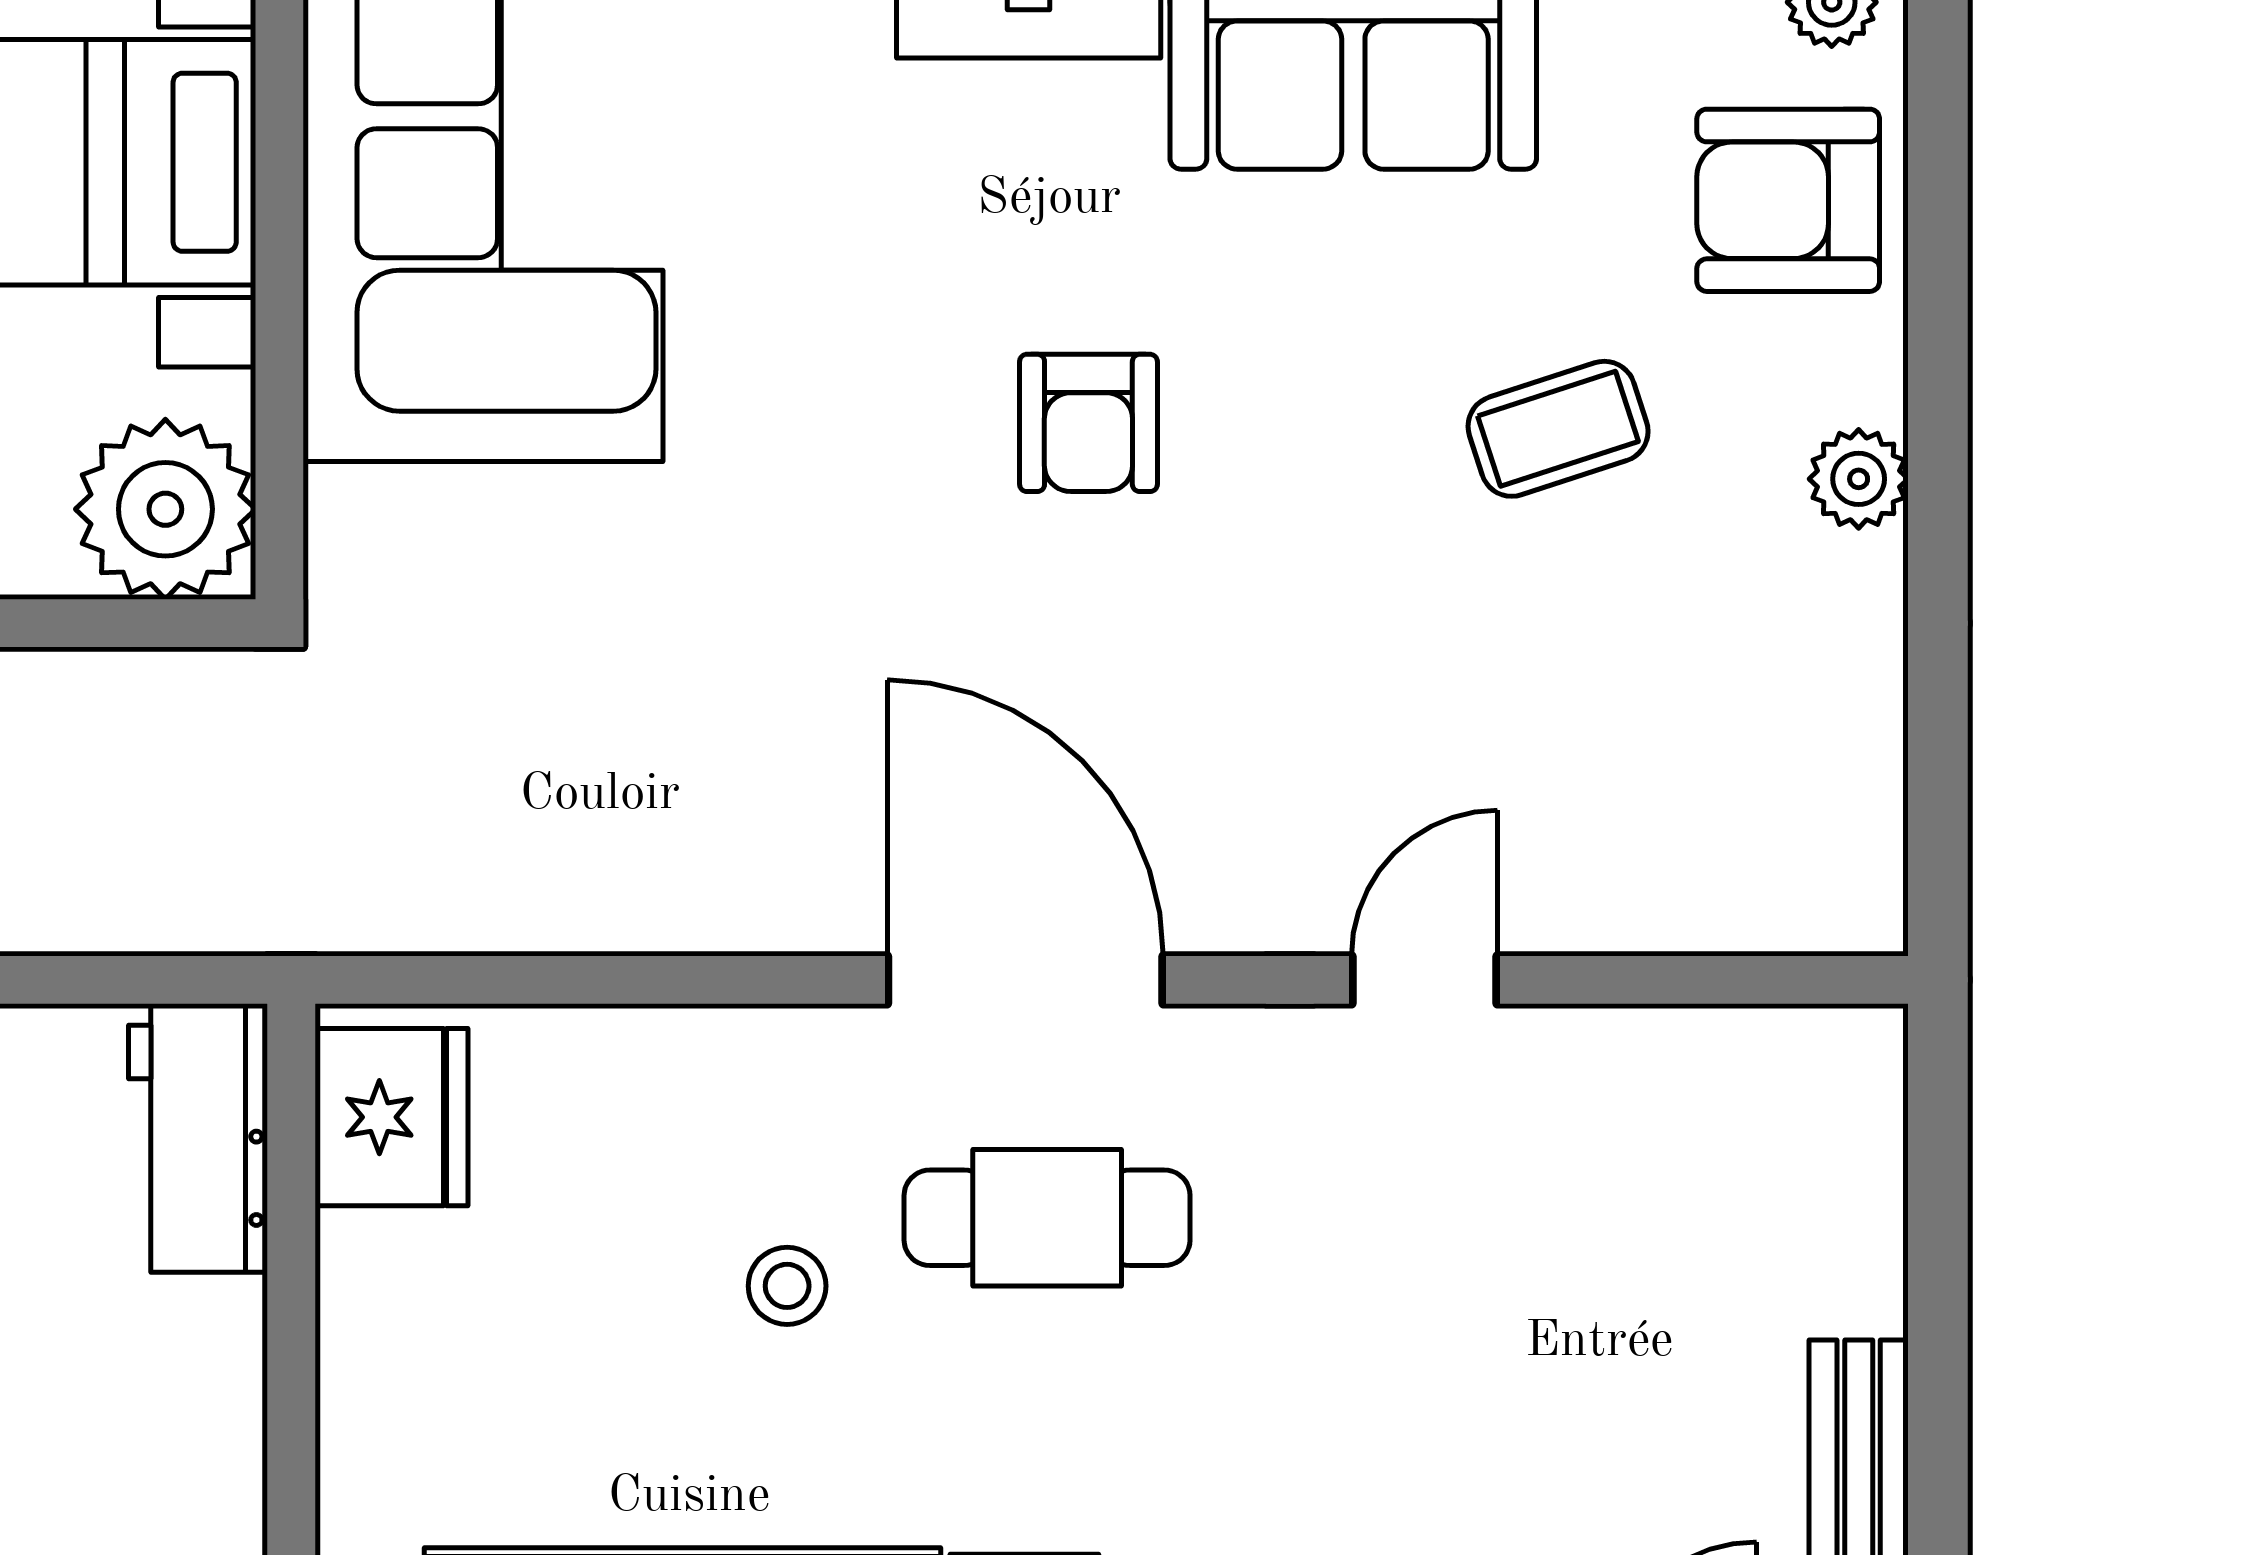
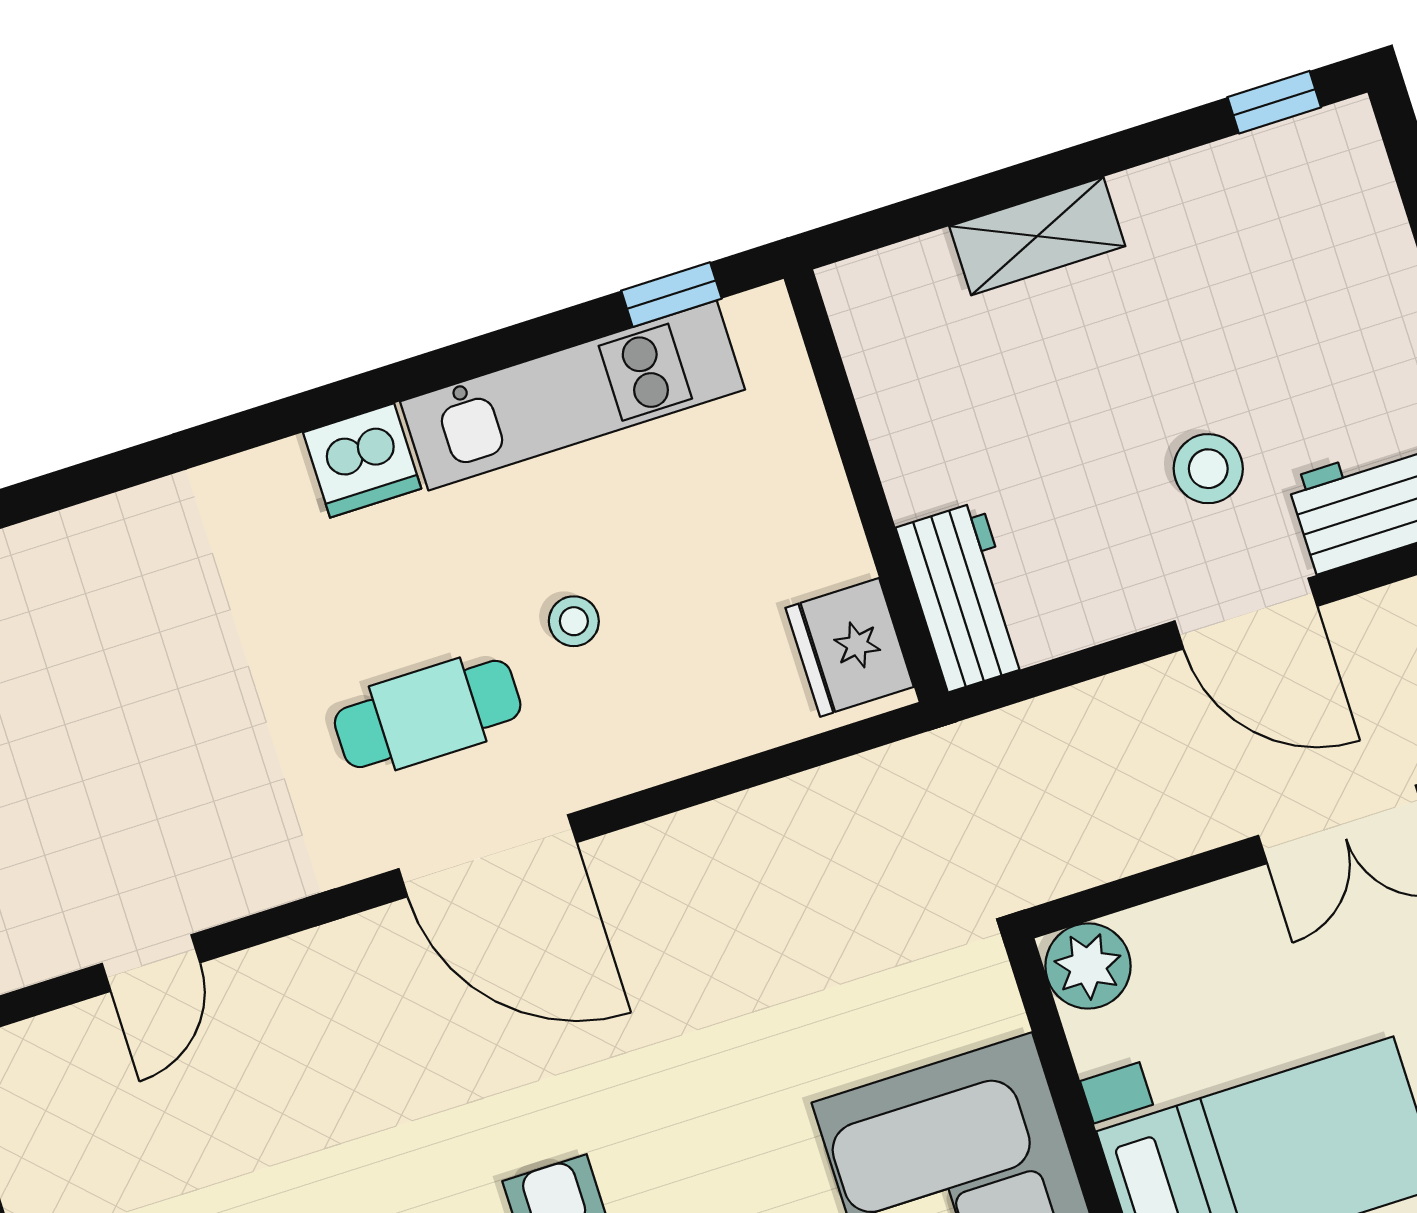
plant: (165, 509) -> (1088, 966), width x0.73, depth x0.73
door: (1425, 980) -> (151, 963), moved

